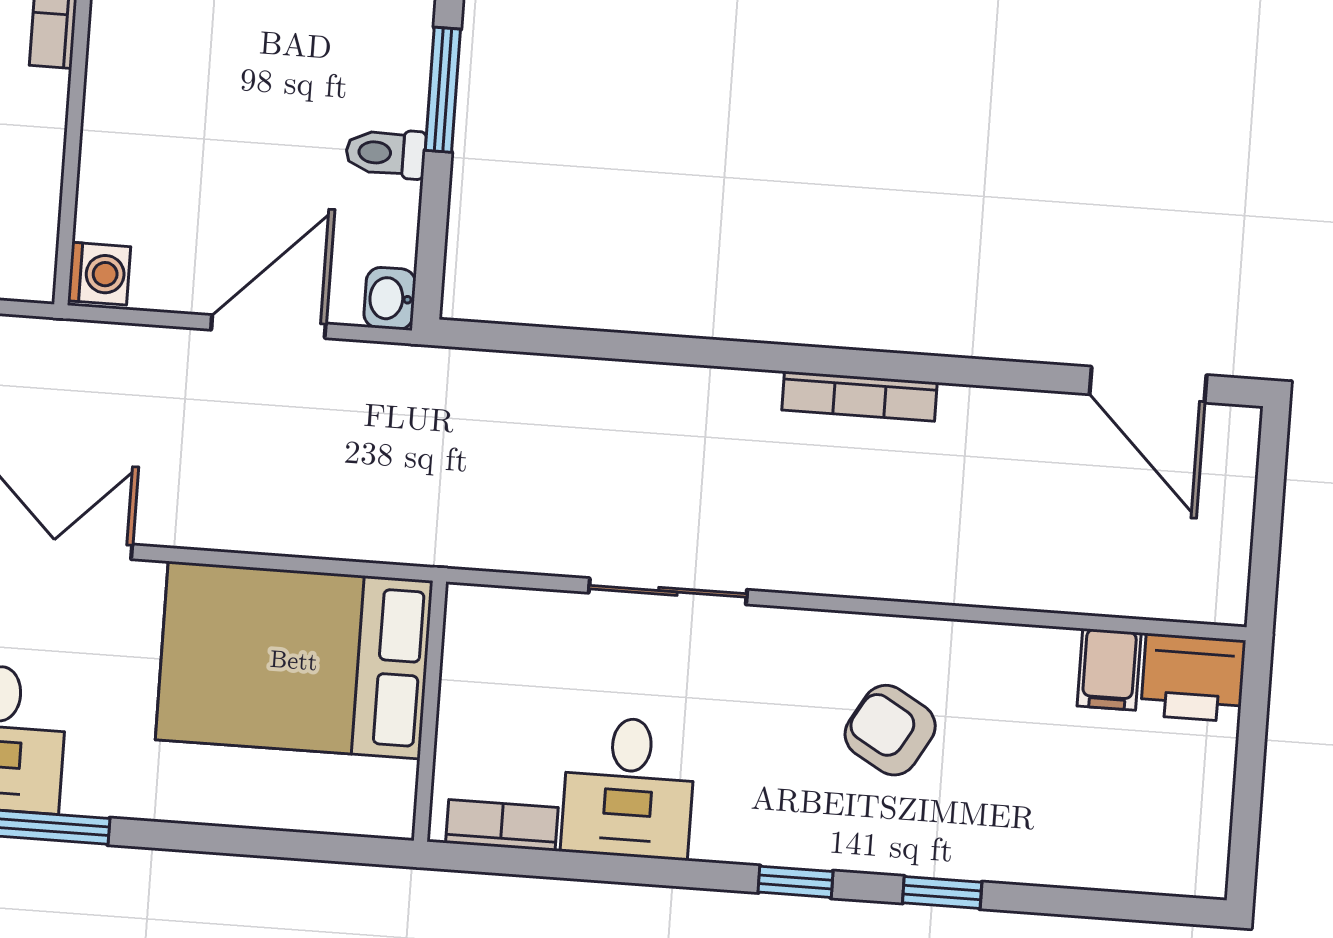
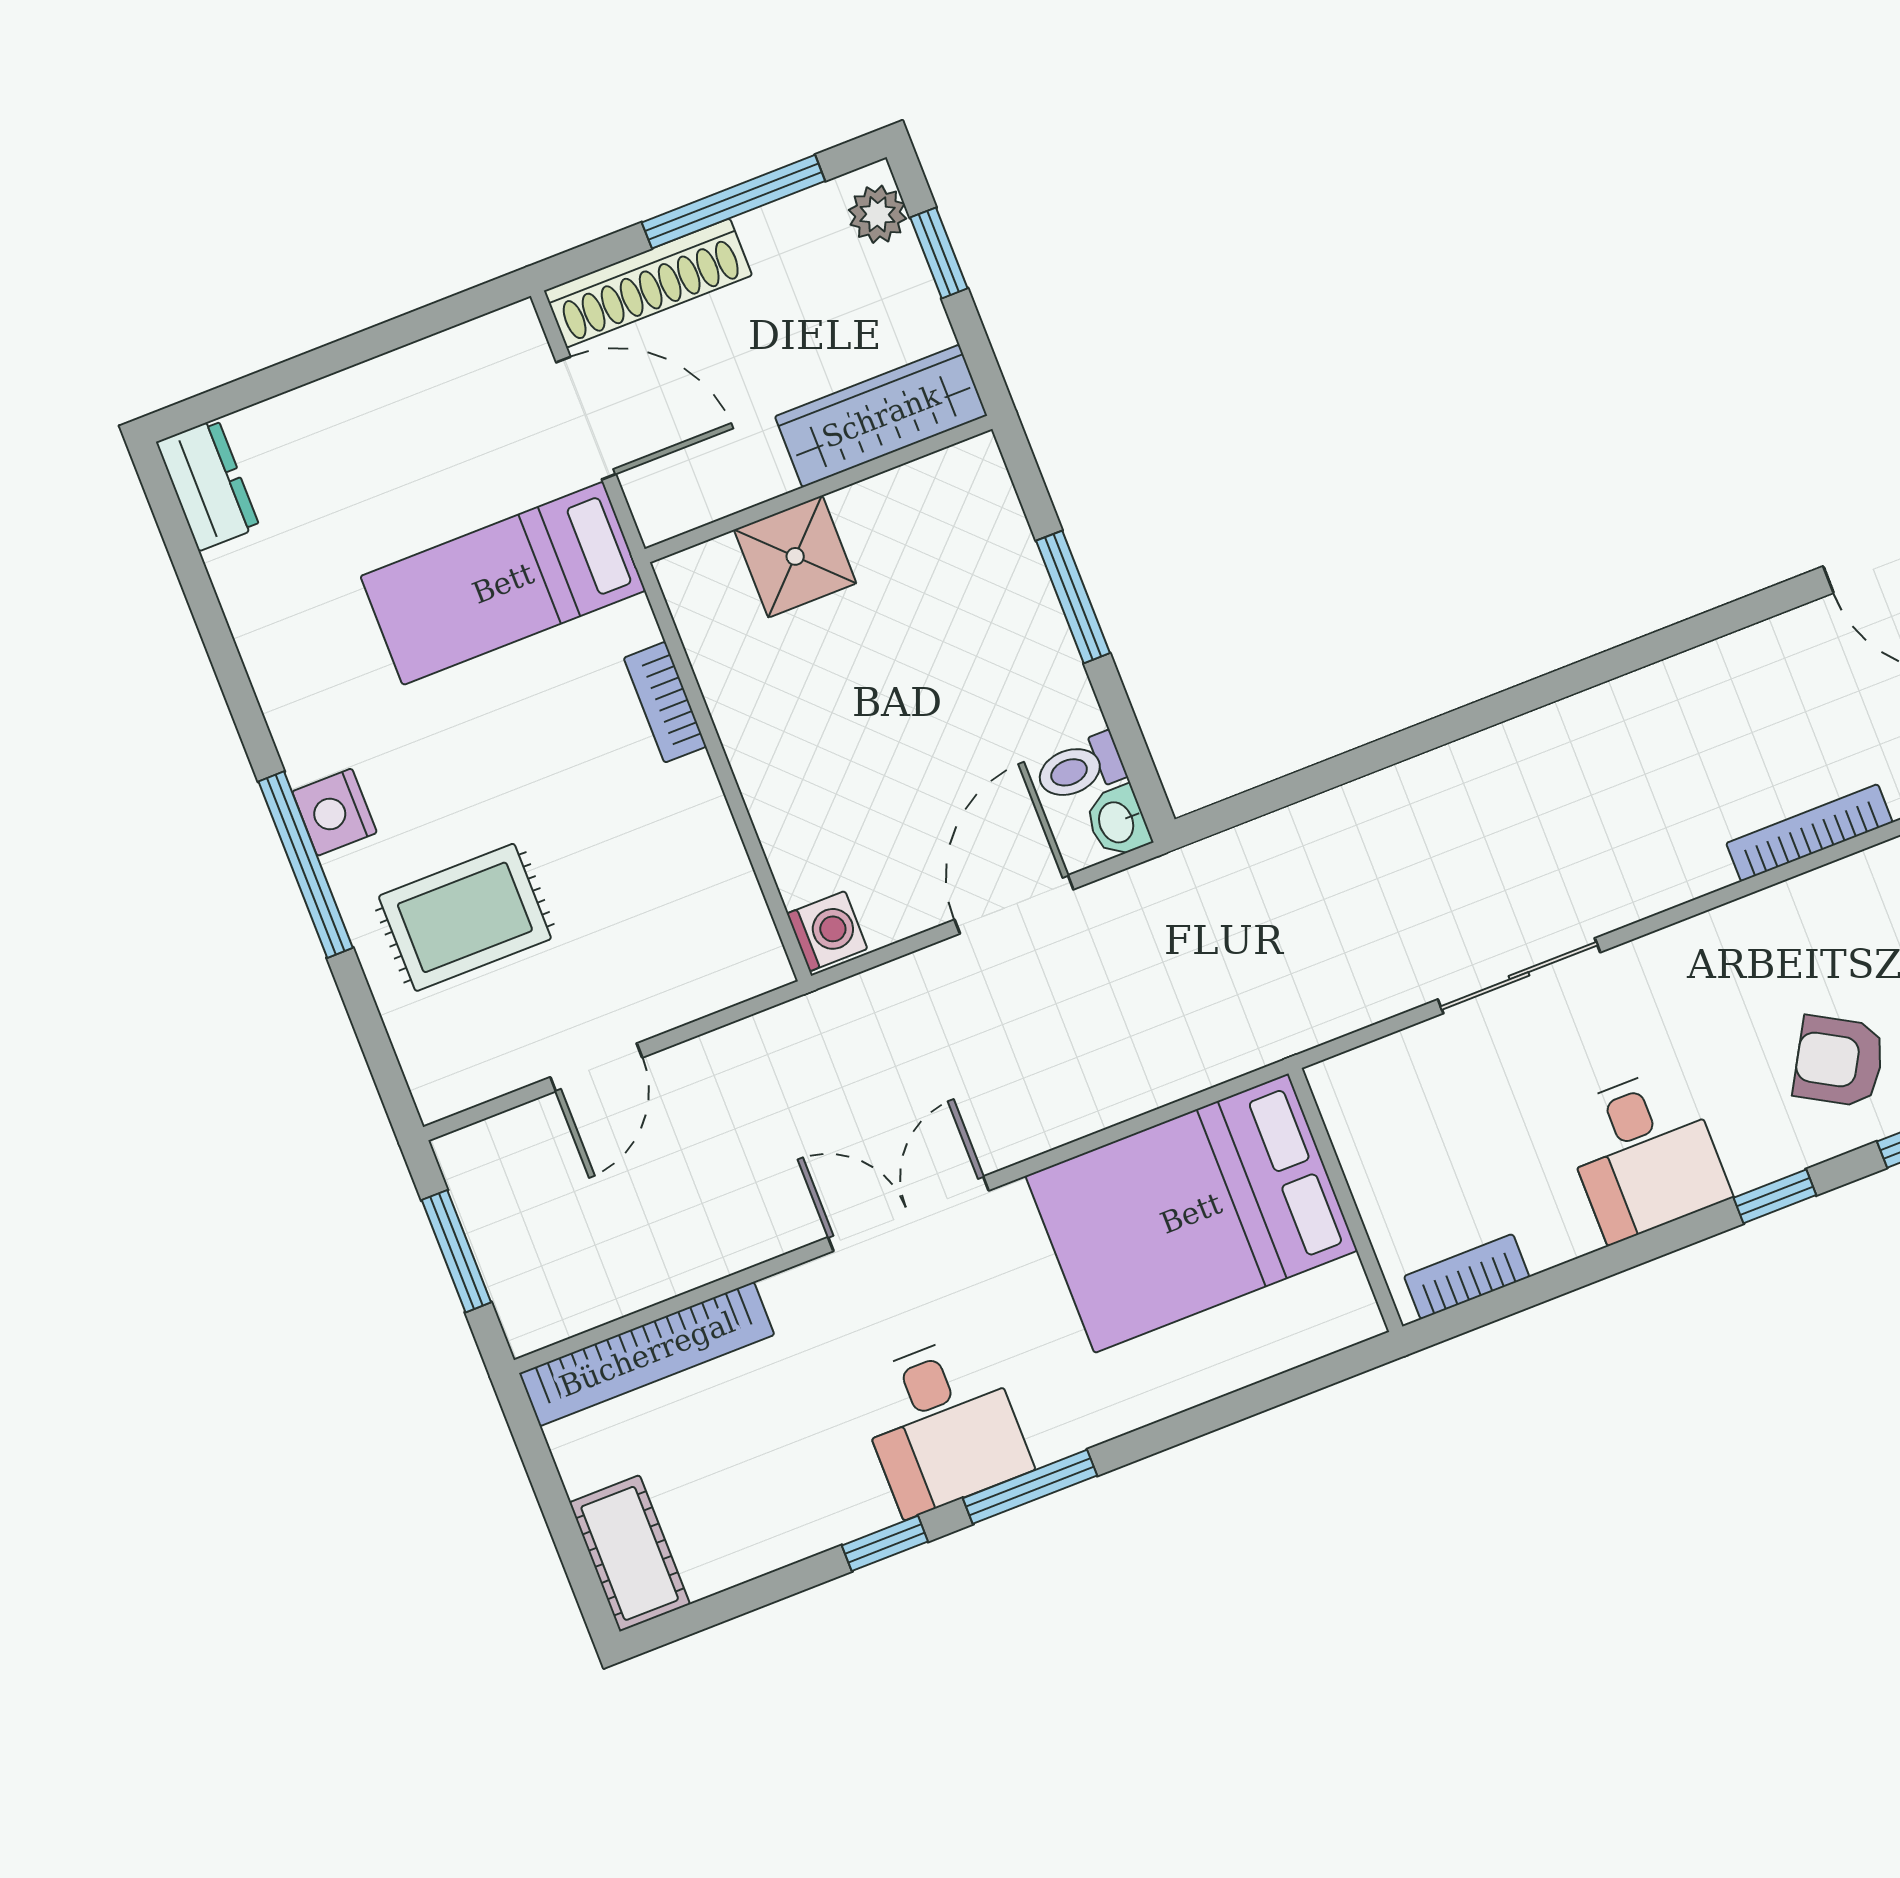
toilet: (386, 153) -> (1080, 768), moved
bookcase: (860, 396) -> (1809, 833), moved, turned 180
armchair: (890, 730) -> (1839, 1061), moved
desk: (629, 788) -> (1644, 1154), moved

